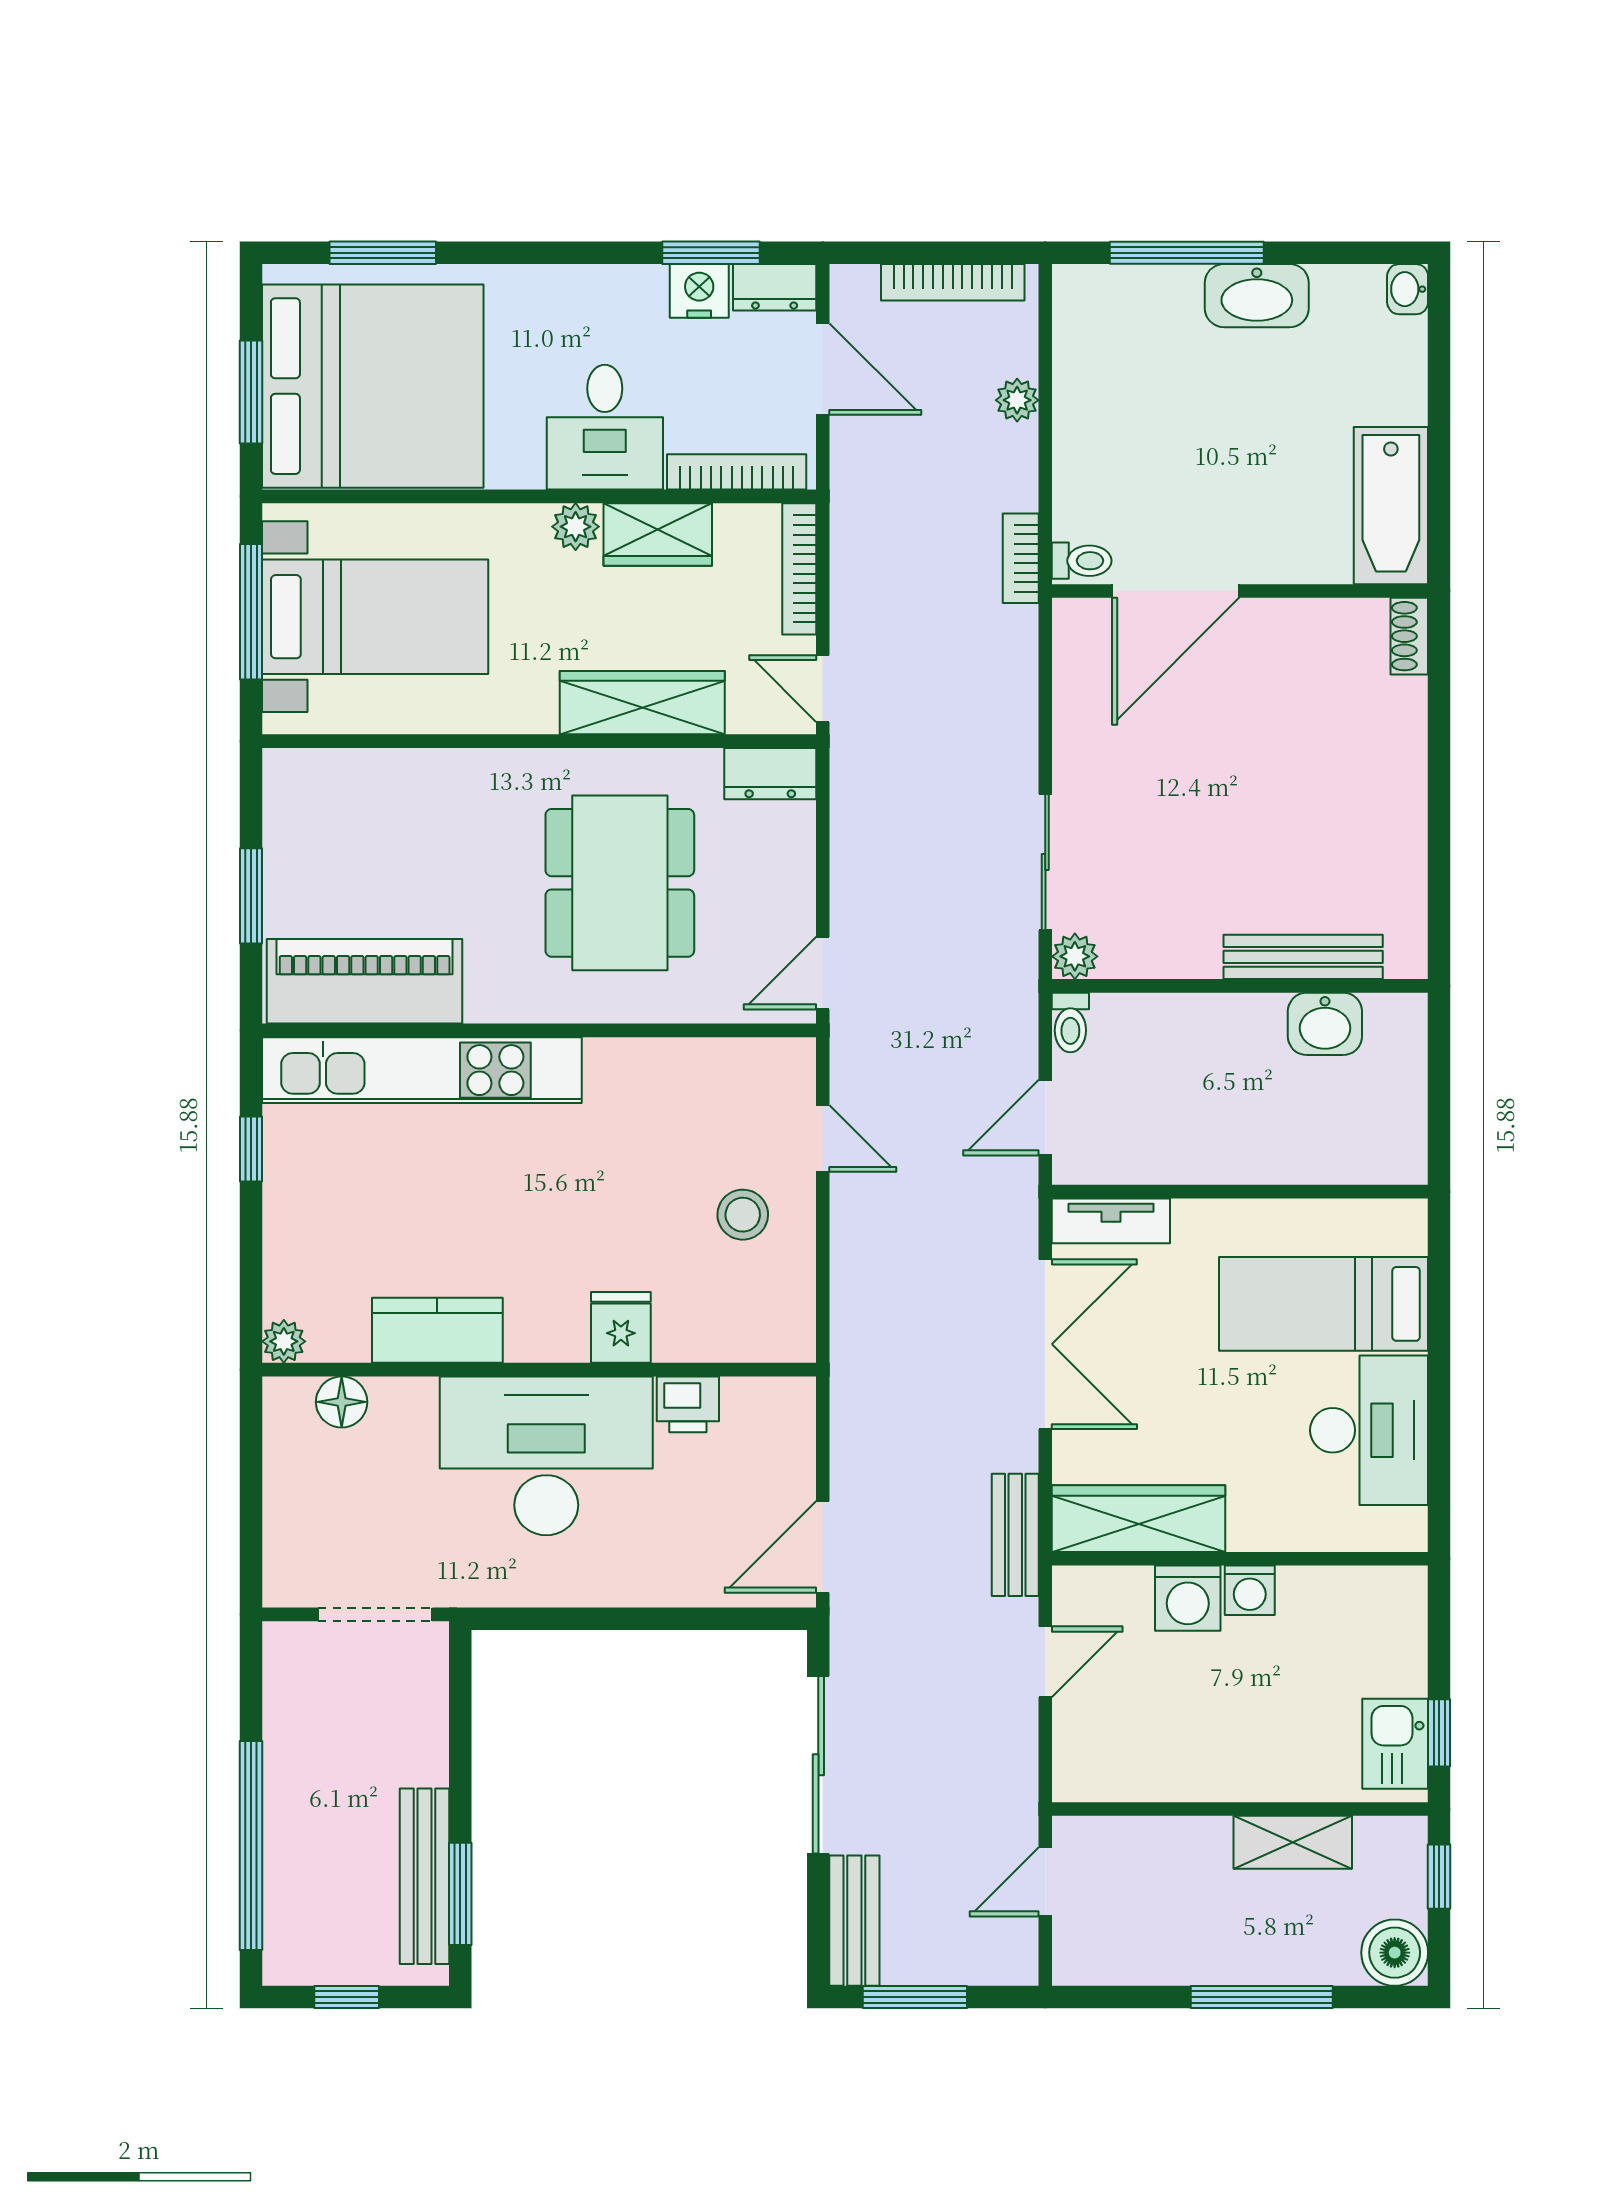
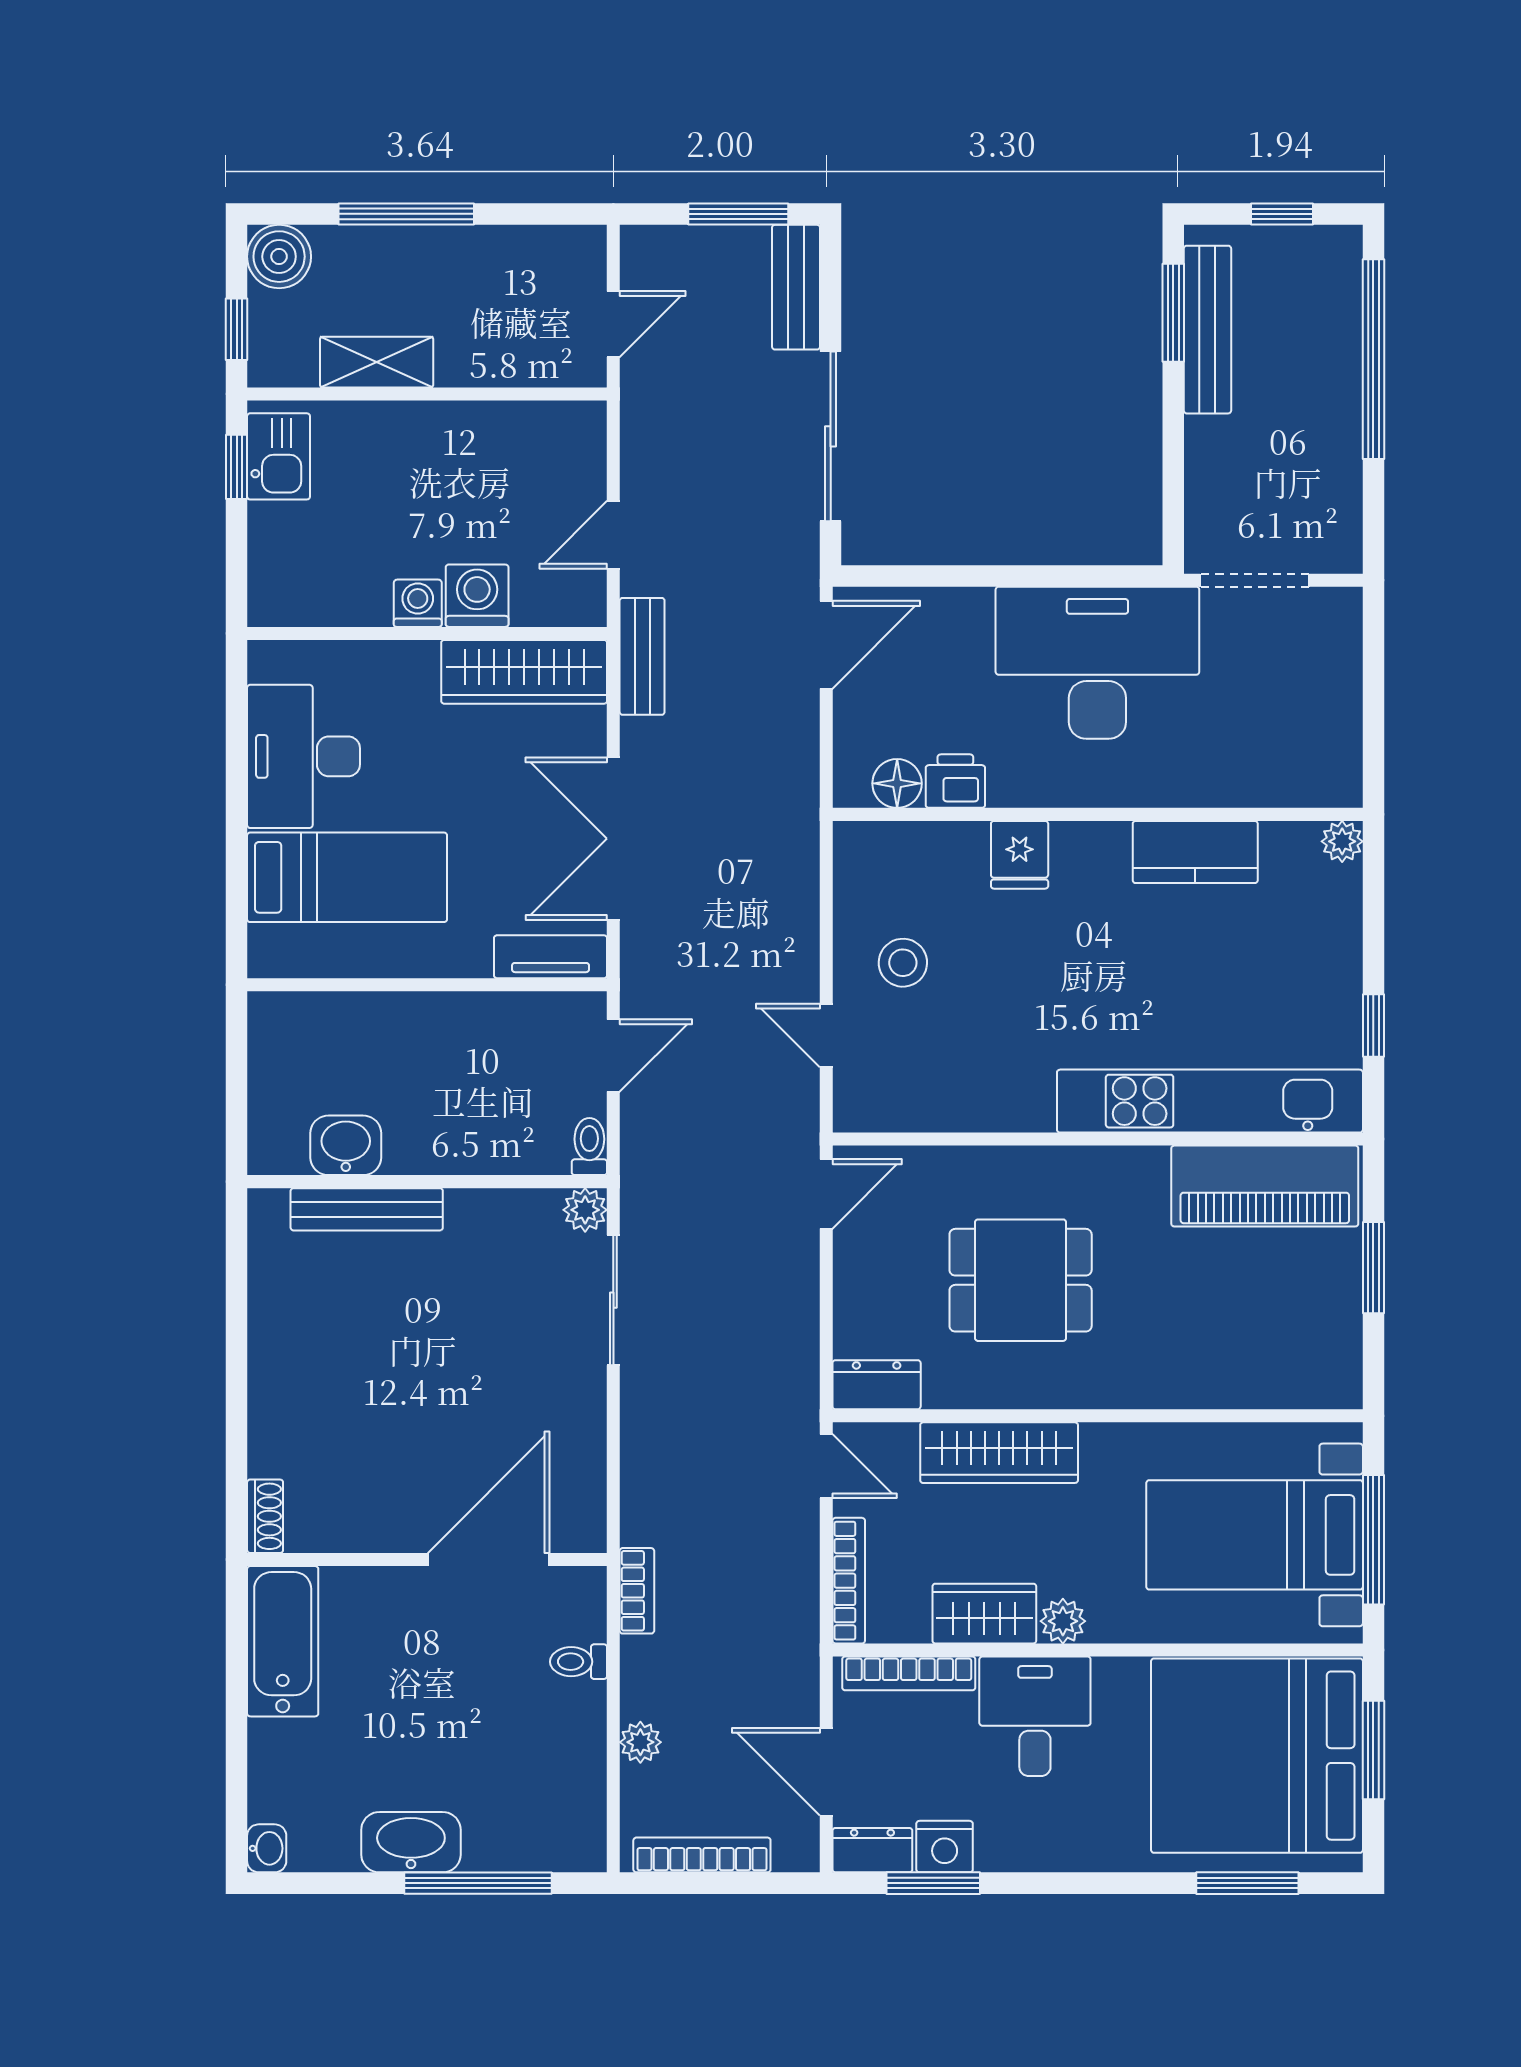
toilet: (1082, 561) -> (579, 1662), moved
dining table: (620, 883) -> (1021, 1280), width x0.73
floor lamp: (342, 1402) -> (897, 783), moved
desk: (546, 1456) -> (1097, 663), moved, turned 180

